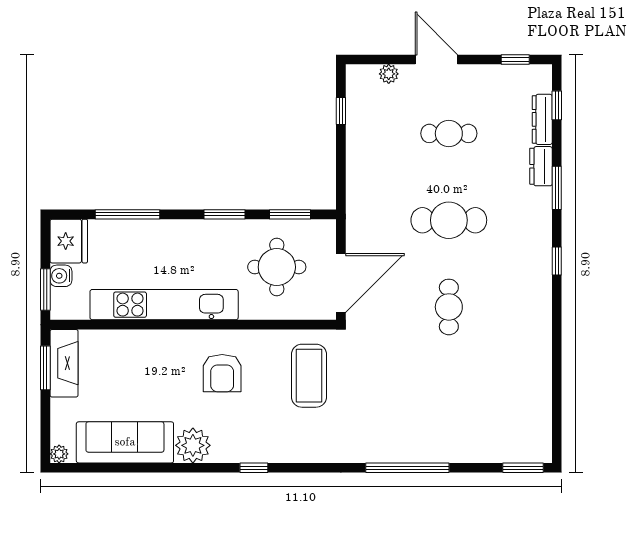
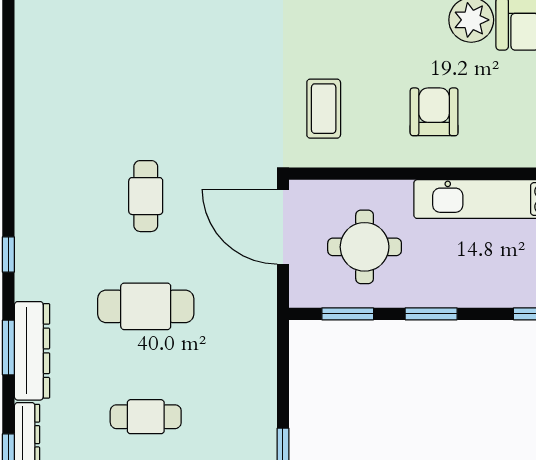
dresser: (541, 166) -> (32, 351), width x1.96, depth x1.24
door: (341, 283) -> (283, 227), hinge flipped
coffee table: (309, 376) -> (324, 109), width x0.73, depth x0.76

